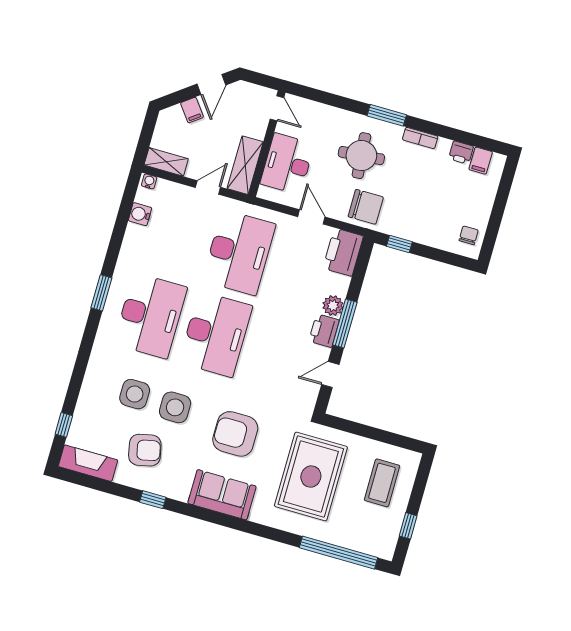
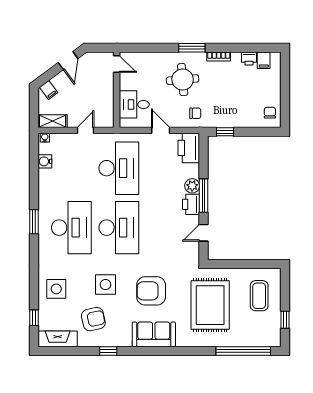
filing cabinet: (192, 110) -> (49, 90), moved
desk: (287, 164) -> (134, 104), width x0.73
shelving: (245, 165) -> (106, 108), removed
chair: (366, 207) -> (195, 113), width x0.54, depth x0.54
side table: (135, 394) -> (56, 289), moved

